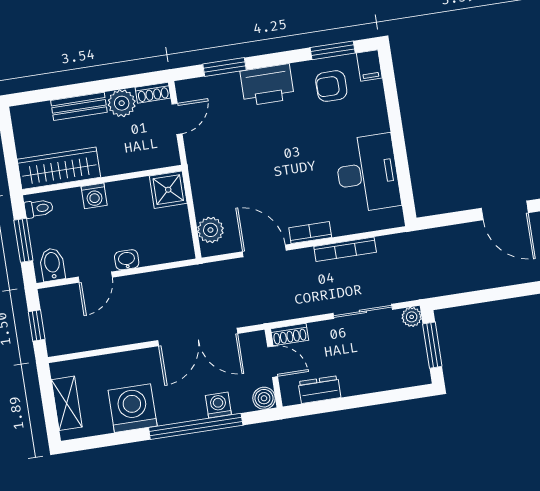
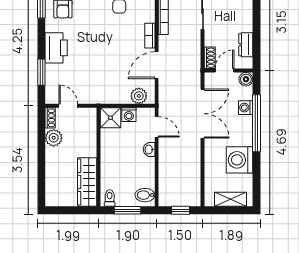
bench: (79, 106) -> (52, 164), removed
washing machine: (94, 196) -> (129, 115), moved, turned 90
door: (95, 277) -> (157, 127), moved

